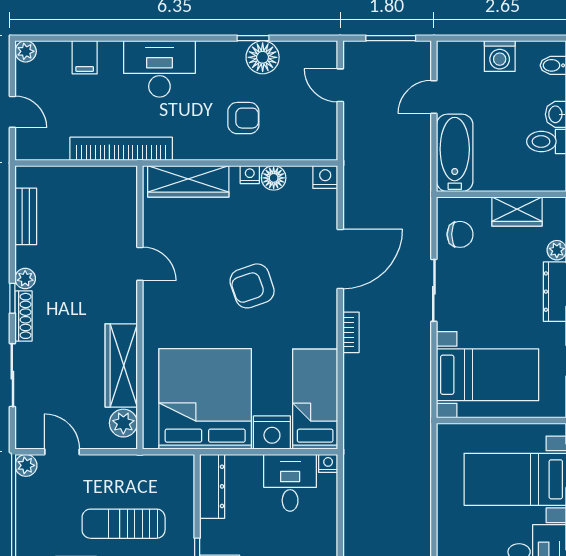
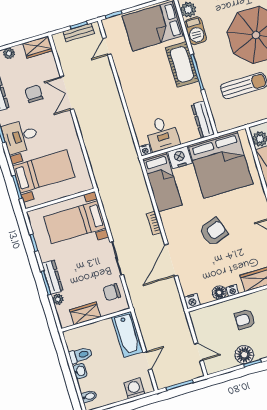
washing machine: (500, 56) -> (134, 388), moved

